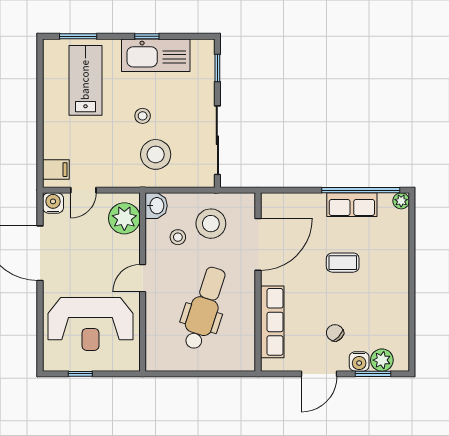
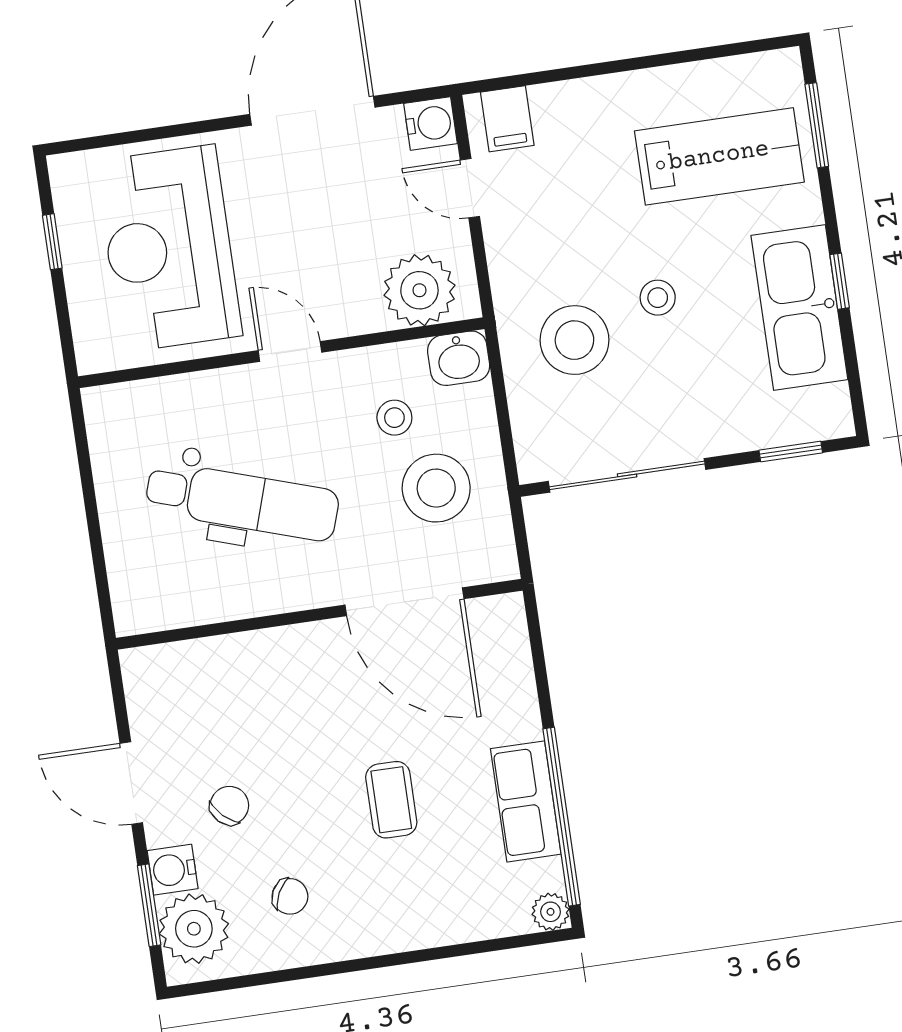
chair: (378, 312) -> (290, 896), added
row of seats: (272, 322) -> (234, 660), removed
plant: (382, 360) -> (194, 929), width x1.36, depth x1.36

